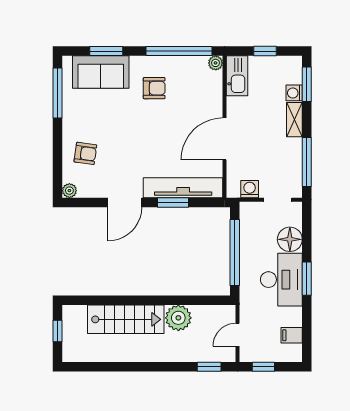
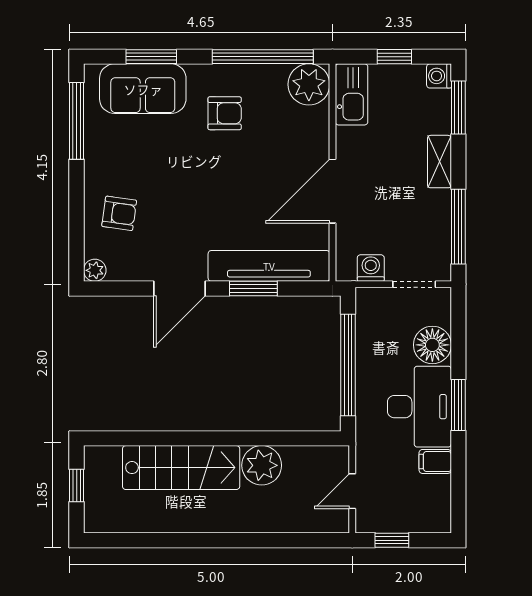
plant: (216, 63) -> (309, 84), width x1.88, depth x1.88
washing machine: (294, 93) -> (439, 76), moved
filing cabinet: (292, 335) -> (435, 461), moved
window: (209, 367) -> (309, 540), removed

